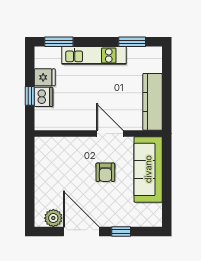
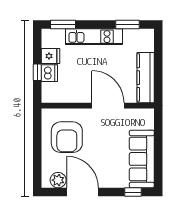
door: (110, 134) -> (108, 106), width x1.36
sofa: (148, 169) -> (142, 159), moved
armchair: (105, 172) -> (67, 137), moved, width x1.88, depth x1.88
window: (121, 232) -> (133, 192), moved

